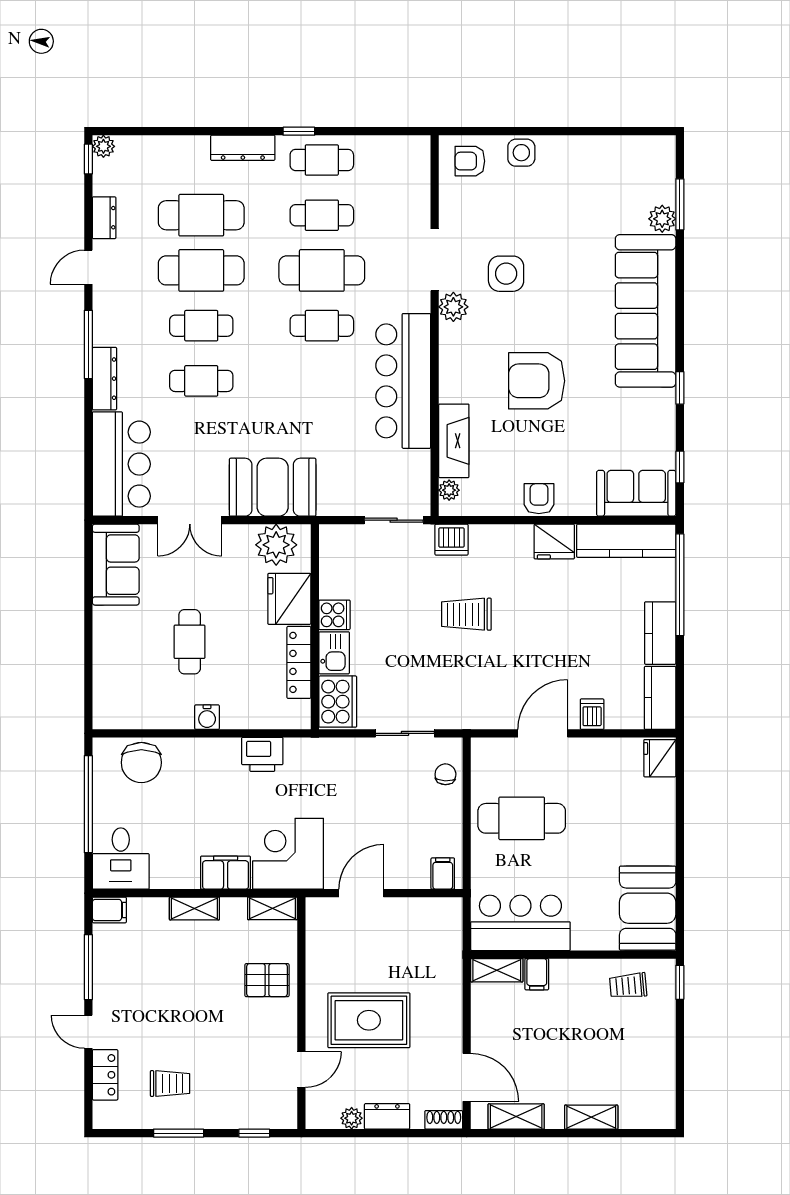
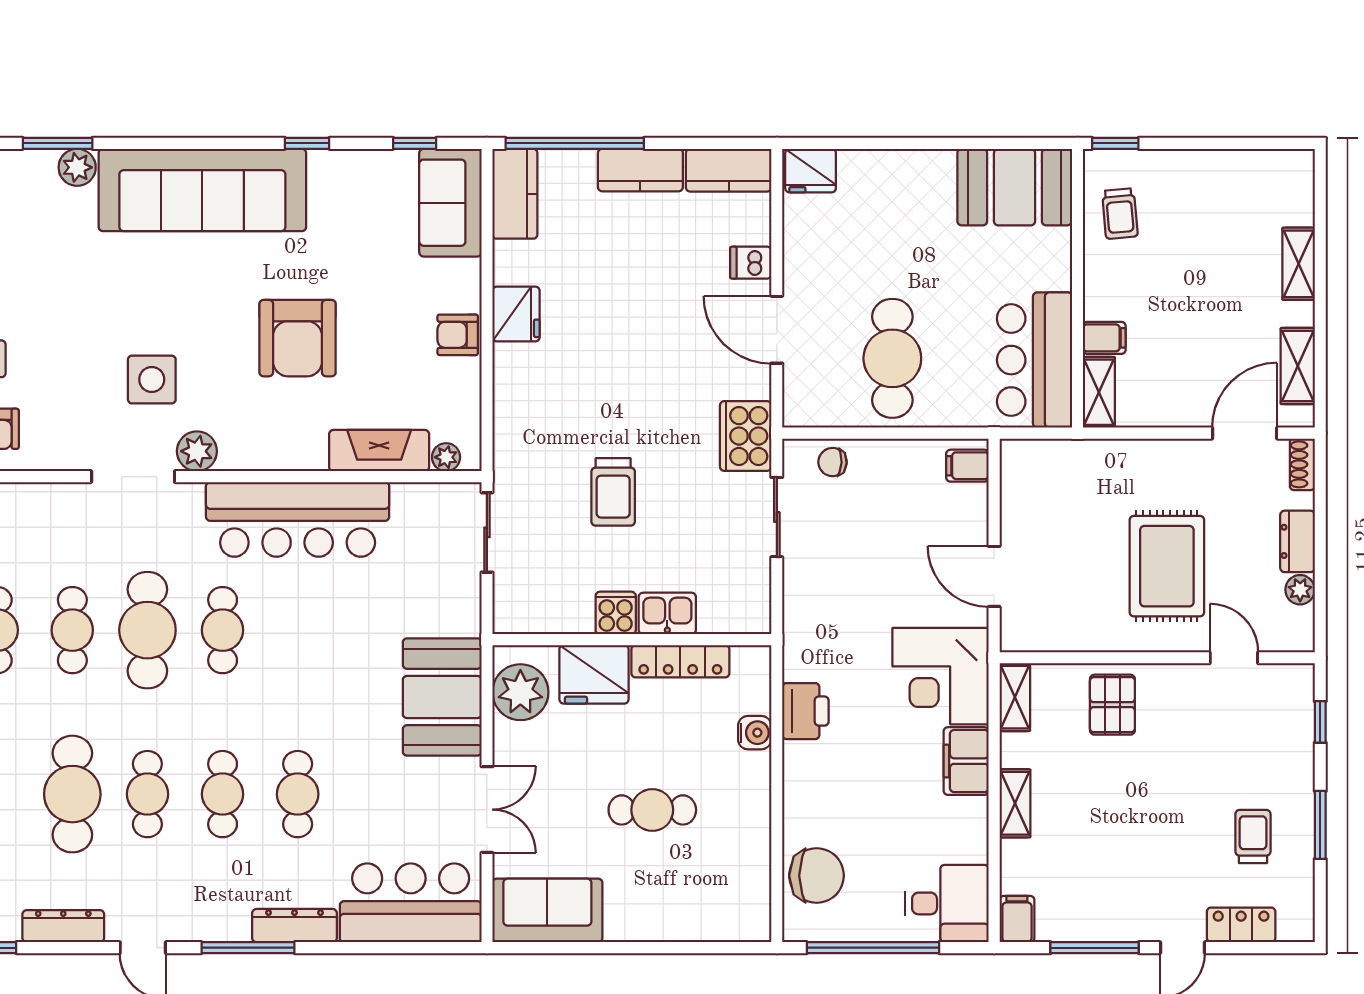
dresser: (104, 218) -> (63, 926), width x1.44
cafe table: (201, 270) -> (147, 794), width x0.73, depth x0.74
dishwasher: (451, 540) -> (513, 454), removed
kitchen counter: (626, 541) -> (515, 194), width x0.67
trolley: (466, 614) -> (613, 492), moved
cooker: (338, 702) -> (746, 436), moved, turned -90
water cooler: (207, 717) -> (755, 733), moved

